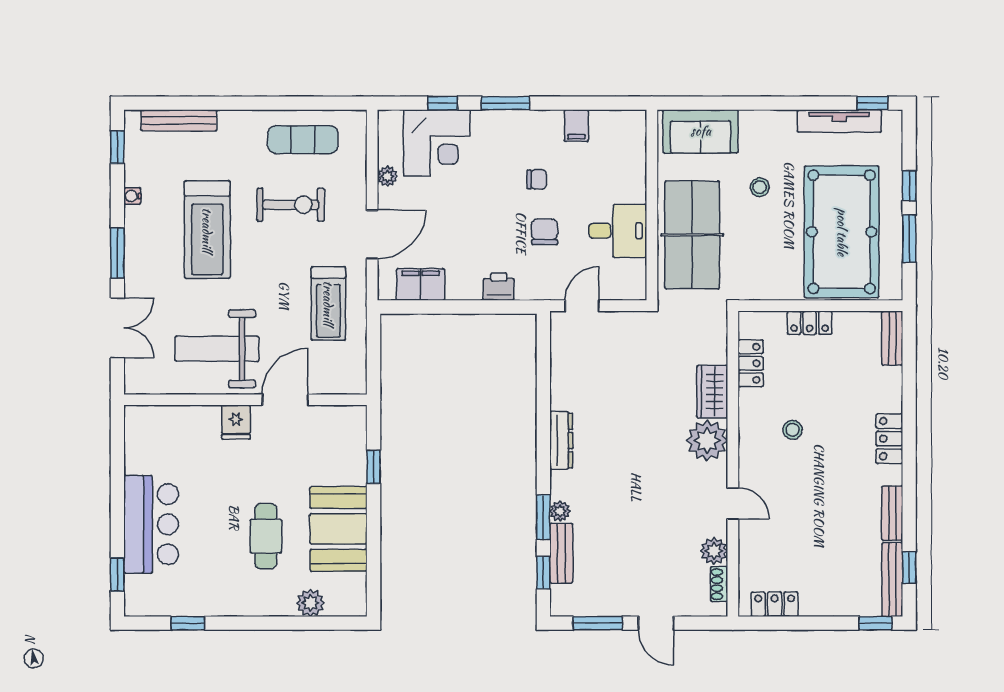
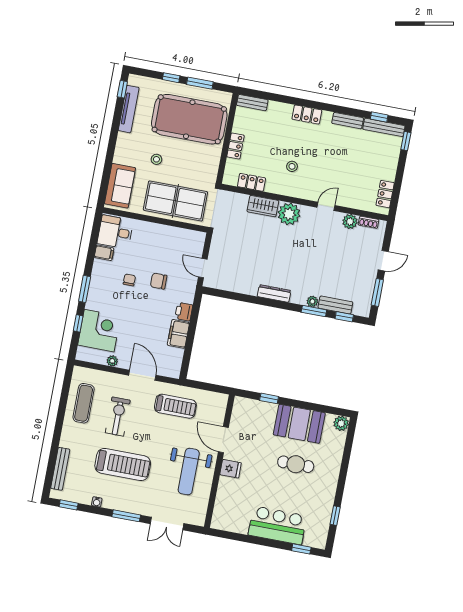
desk: (618, 231) -> (115, 232), moved, turned -90
filing cabinet: (421, 284) -> (178, 334), moved
double door: (117, 328) -> (167, 524), swing flipped
plant: (310, 603) -> (341, 423), moved

